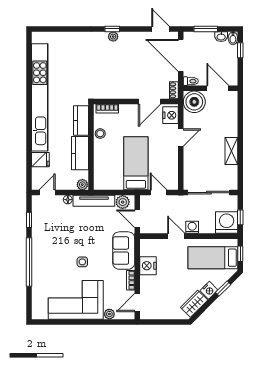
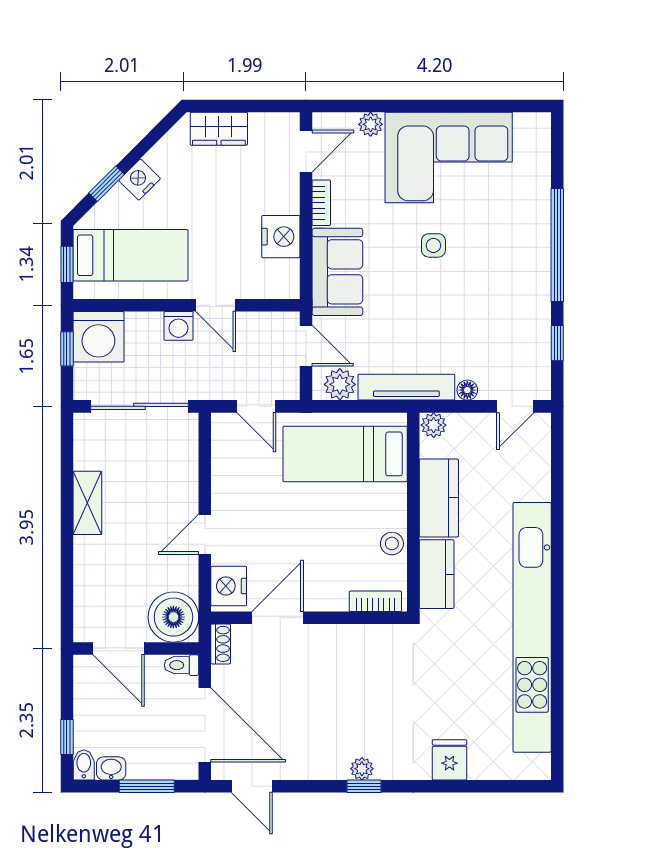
fridge: (40, 160) -> (449, 760), moved, turned 90
bed: (136, 163) -> (345, 454), moved, turned 90
wardrobe: (194, 304) -> (219, 129), moved, turned 45

